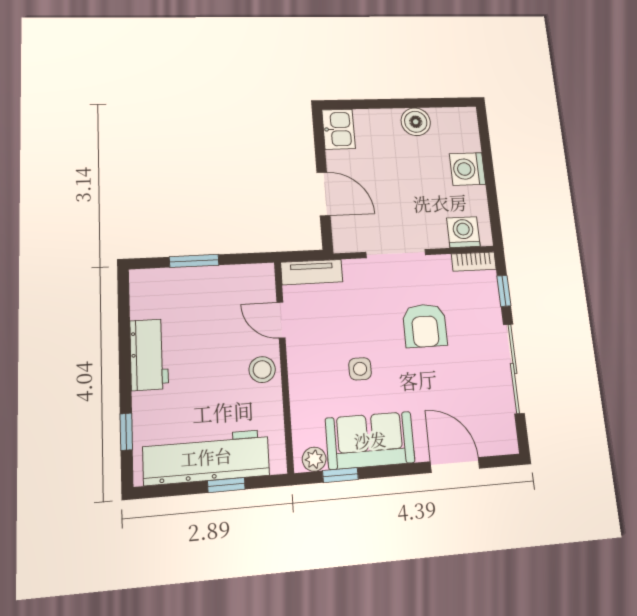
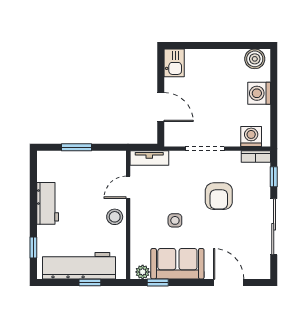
boiler: (416, 122) -> (255, 59), moved
door: (281, 320) -> (128, 187), hinge flipped

